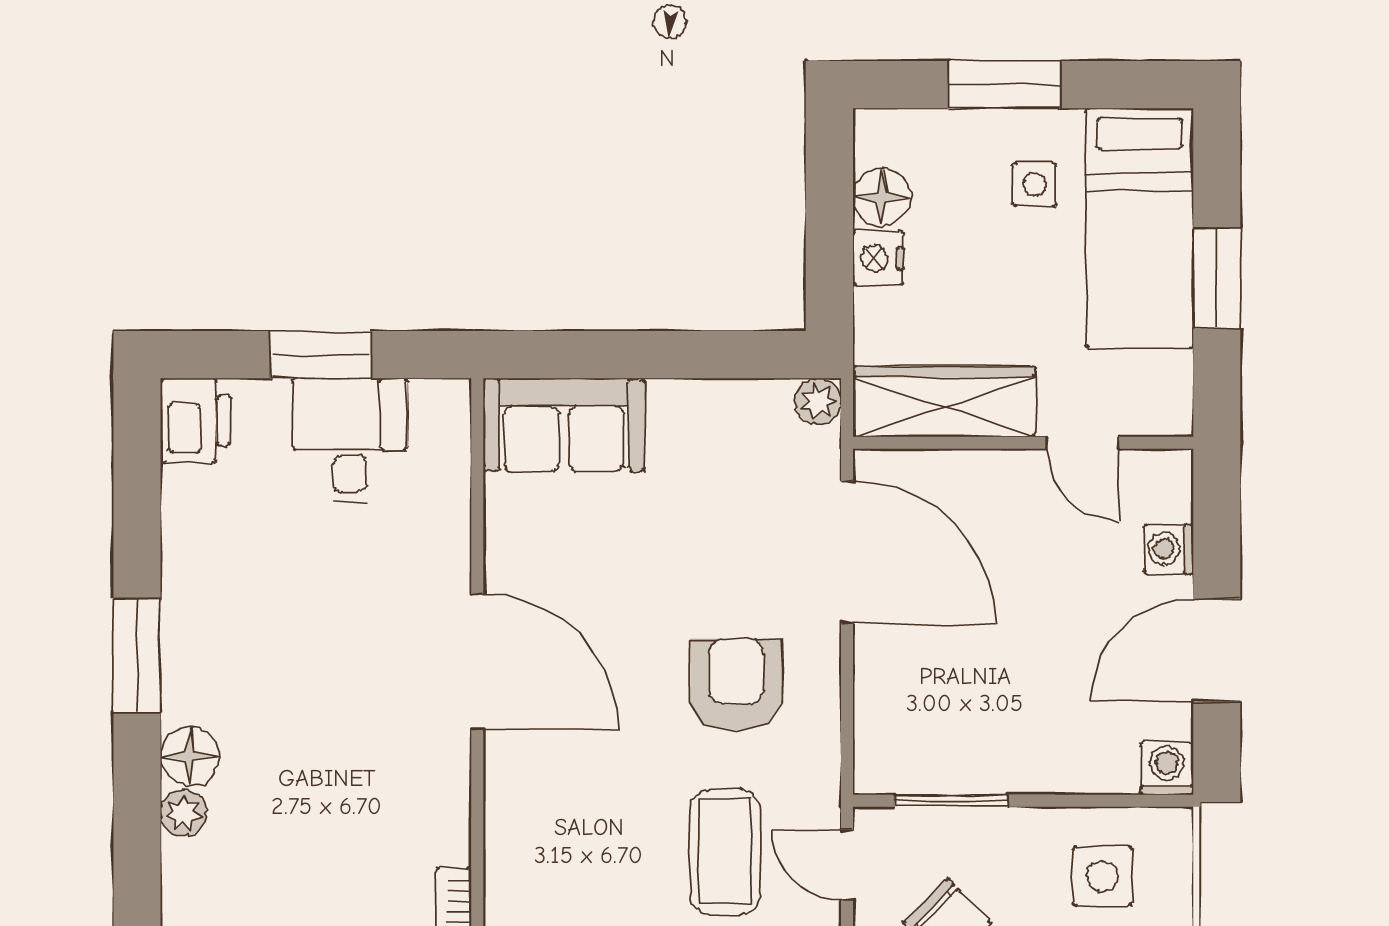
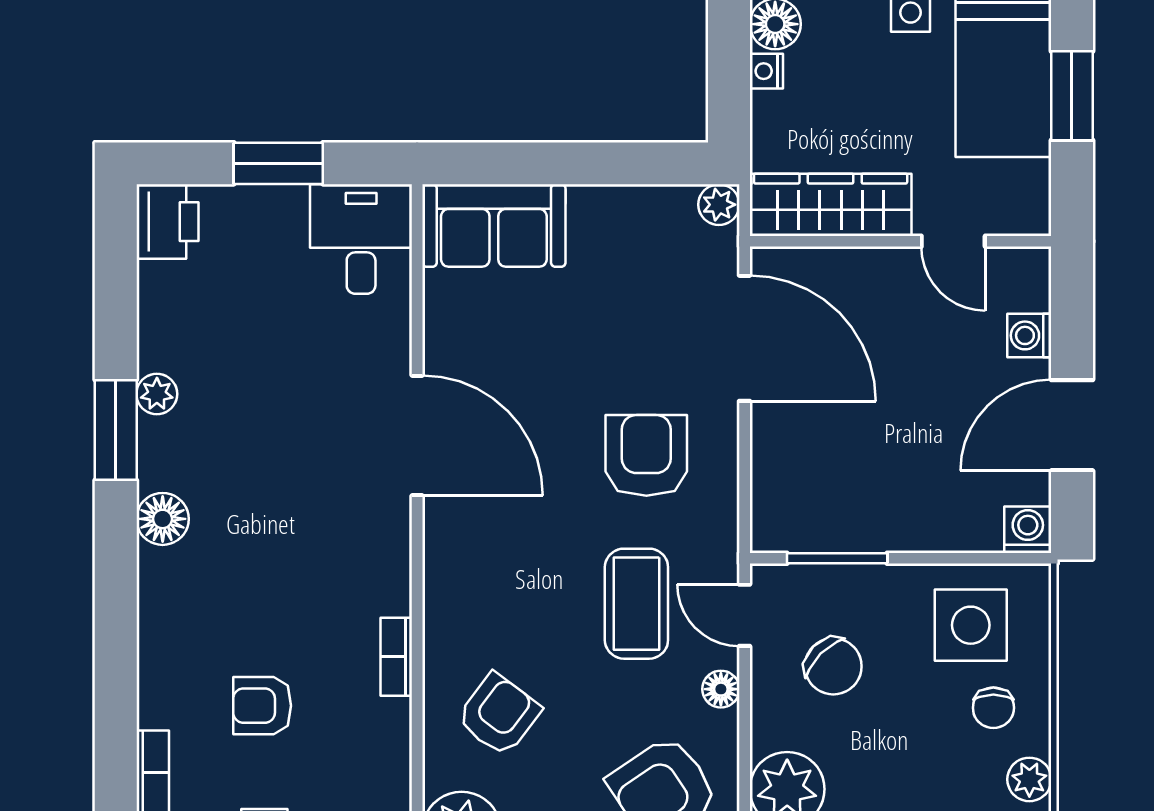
nightstand: (878, 258) -> (766, 71), width x0.72, depth x0.74
desk: (350, 440) -> (361, 239), moved
plant: (183, 813) -> (157, 394), moved
side table: (1102, 876) -> (971, 625), width x1.37, depth x1.37

